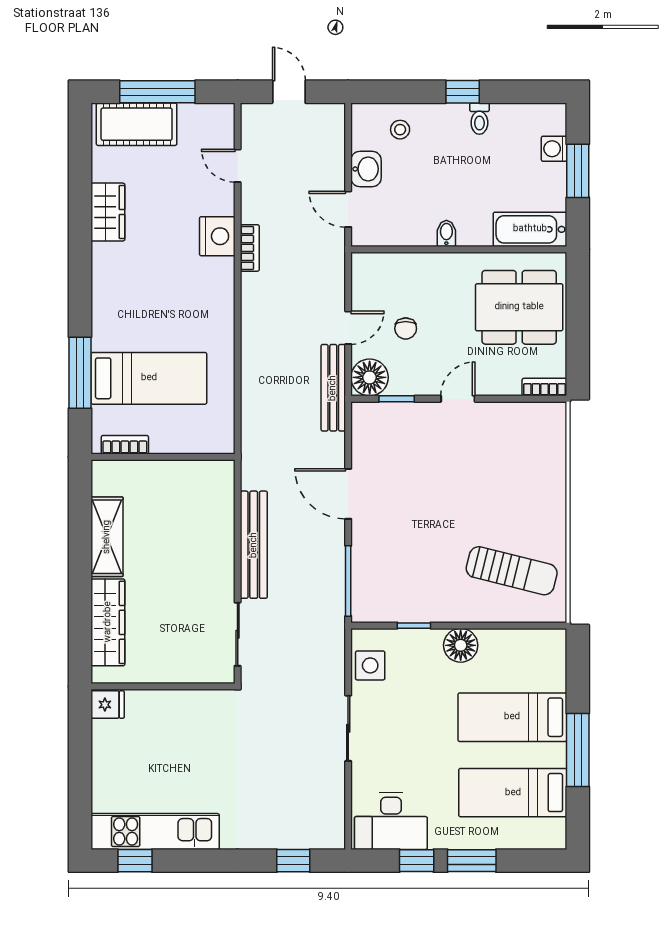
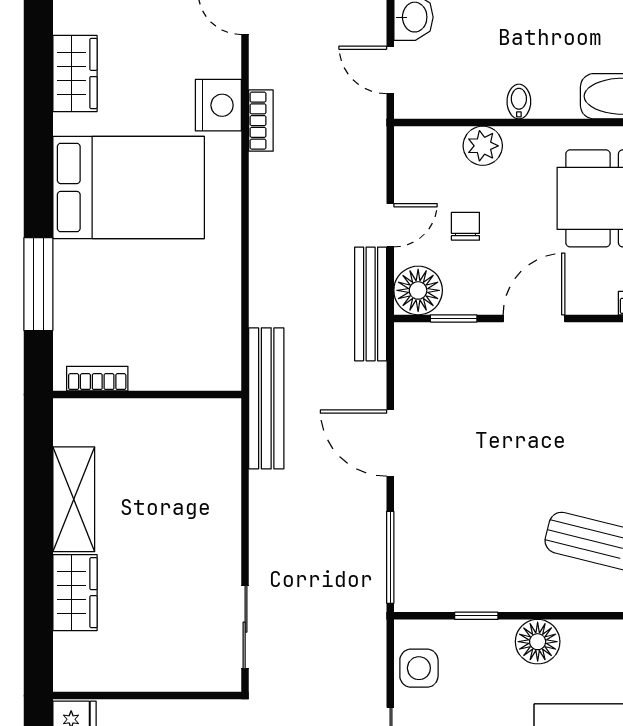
plant: (419, 267) -> (483, 146), added
chair: (406, 328) -> (465, 226), turned 180
bed: (149, 378) -> (129, 187), moved, width x1.50
door: (458, 399) -> (534, 318), width x1.38
bench: (254, 545) -> (266, 398), moved
wardrobe: (108, 622) -> (75, 593), width x0.67

